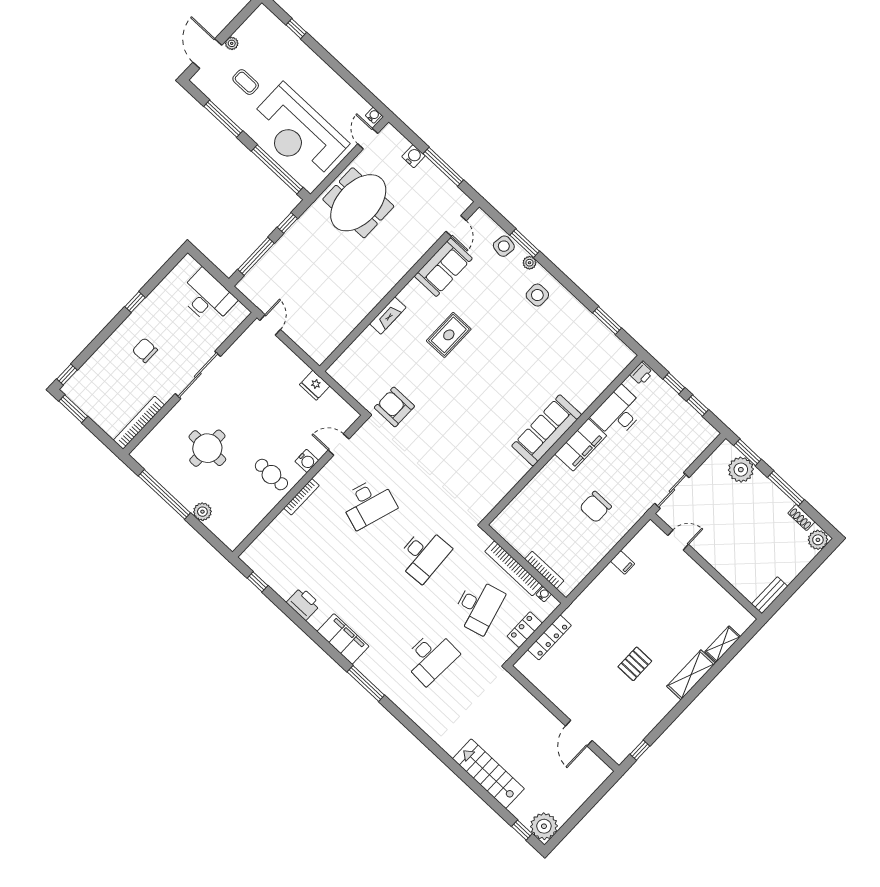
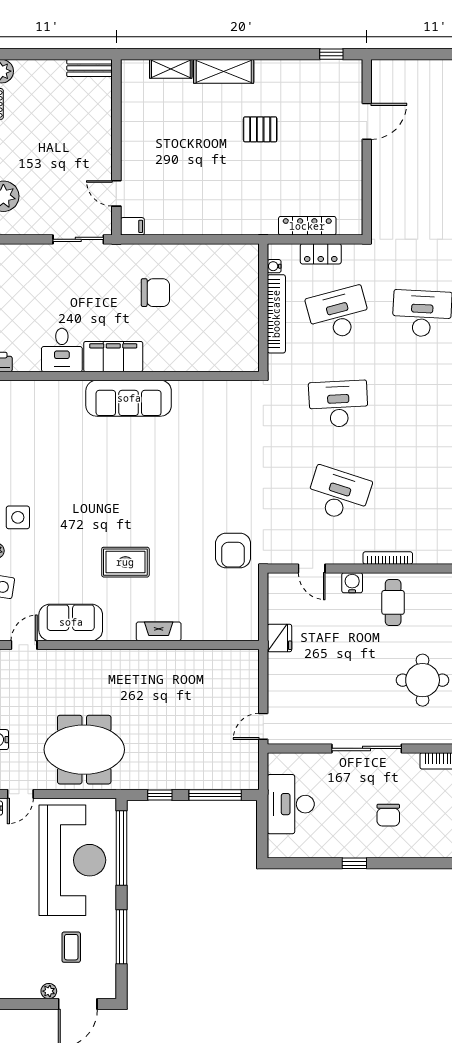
desk: (618, 413) -> (62, 350), width x0.73
filing cabinet: (623, 562) -> (132, 226), moved, turned 90
bookcase: (544, 570) -> (252, 286), removed

